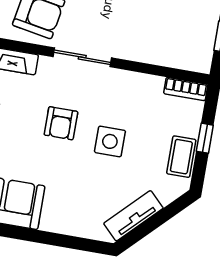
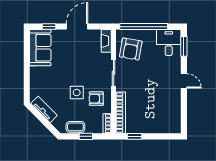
bookcase: (168, 57) -> (121, 113), added
armchair: (61, 123) -> (96, 99), moved

